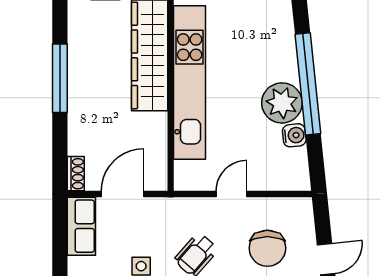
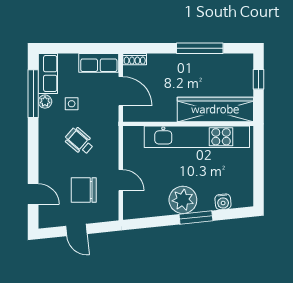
window: (308, 84) -> (196, 218), width x0.47
water cooler: (294, 135) -> (223, 202), moved
door: (232, 194) -> (121, 180), moved

